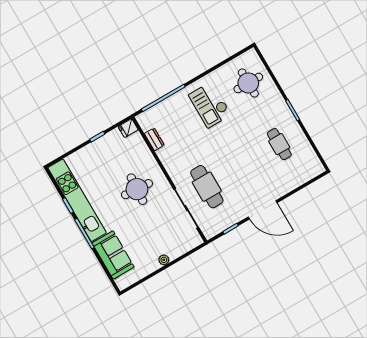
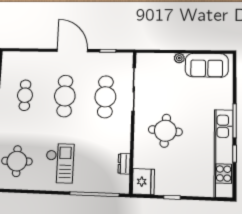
fridge: (128, 128) -> (143, 182), width x1.88, depth x1.34
cafe table: (243, 165) -> (65, 96), added
sofa: (113, 255) -> (207, 65), moved, turned -90

